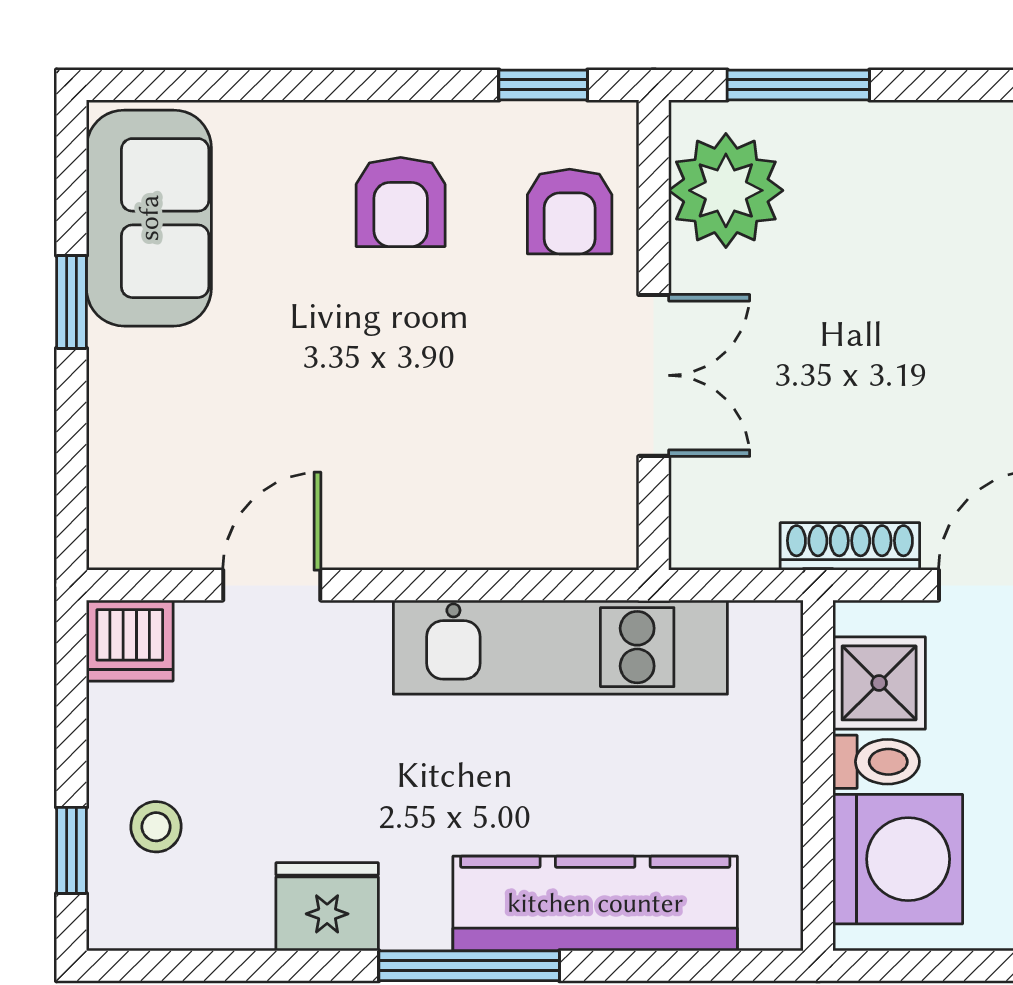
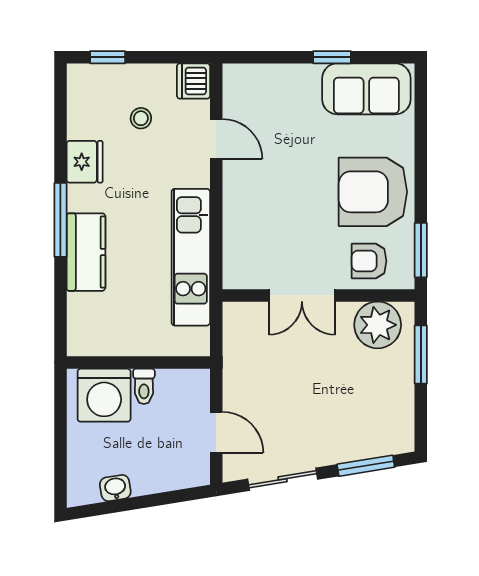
window: (543, 85) -> (421, 250), width x1.50
armchair: (401, 202) -> (373, 192), width x1.88, depth x1.88
shoe rack: (850, 546) -> (232, 376), removed
shower: (879, 683) -> (176, 388), removed
stool: (156, 827) -> (141, 118), moved
kitchen counter: (595, 903) -> (86, 252), width x0.67

